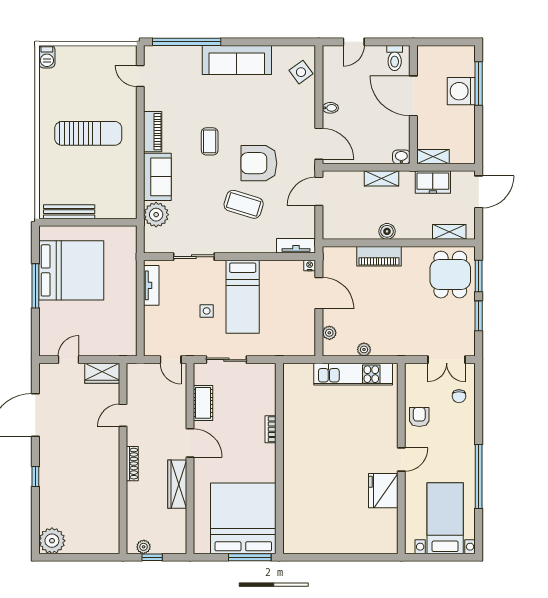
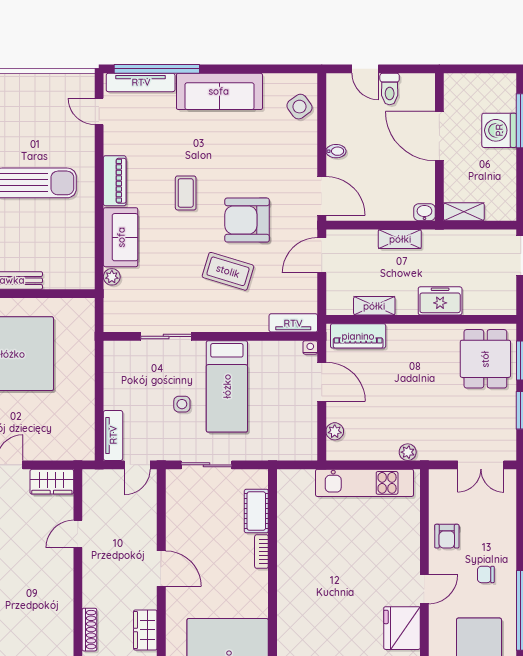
door: (354, 42) -> (365, 69), hinge flipped
tv unit: (173, 53) -> (141, 82), added
toilet: (395, 58) -> (390, 89), moved
freezer: (433, 182) -> (440, 301), moved, turned 180
plant: (156, 215) -> (112, 277), width x0.53, depth x0.53
boiler: (387, 231) -> (407, 305), removed
shelving: (449, 232) -> (374, 306), moved
piano: (379, 256) -> (358, 336), moved
tv unit: (151, 285) -> (113, 435), moved
plant: (364, 349) -> (408, 452), moved
door: (171, 360) -> (137, 465), hinge flipped
chair: (459, 396) -> (486, 574), moved, turned 90
cot: (203, 403) -> (256, 511), moved
armchair: (419, 417) -> (447, 536), turned 180
shoe rack: (132, 464) -> (89, 630), moved
wardrobe: (177, 484) -> (145, 630), width x0.67

